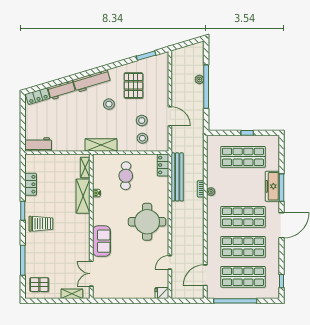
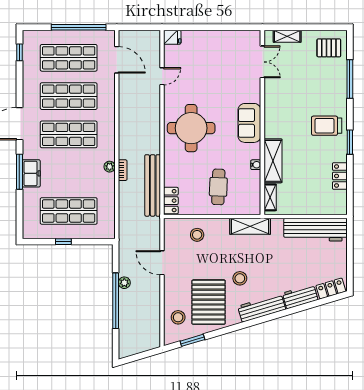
plant: (199, 79) -> (124, 283), moved
pallet: (133, 86) -> (209, 302), width x1.37, depth x1.41
stool: (142, 121) -> (178, 317), moved
workbench: (38, 144) -> (315, 230), width x1.88, depth x1.32
freezer: (272, 186) -> (31, 173), width x0.71
sofa: (101, 241) -> (249, 123), moved
door: (205, 275) -> (117, 60), hinge flipped

